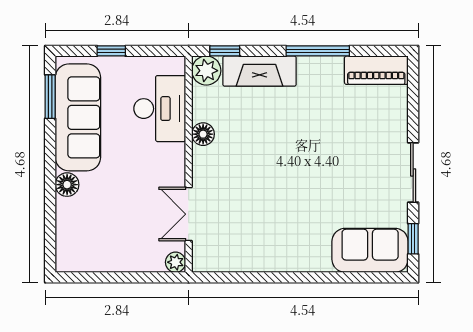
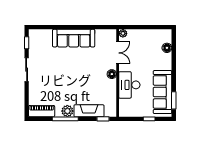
plant: (206, 71) -> (67, 111), moved
desk: (160, 109) -> (129, 85), moved
floor lamp: (203, 134) -> (112, 74), moved
floor lamp: (67, 185) -> (167, 48), moved
sofa: (370, 250) -> (74, 38), moved, width x1.36

